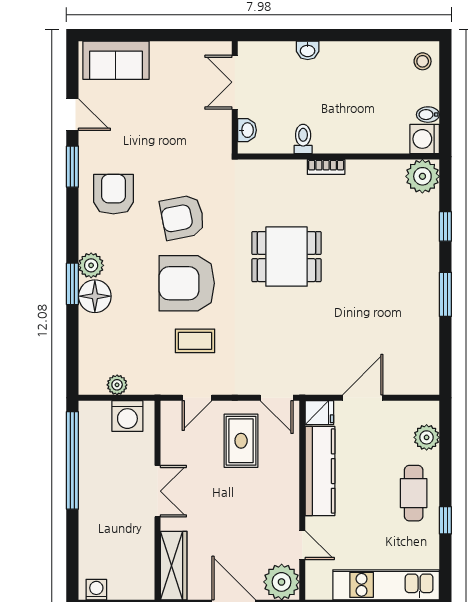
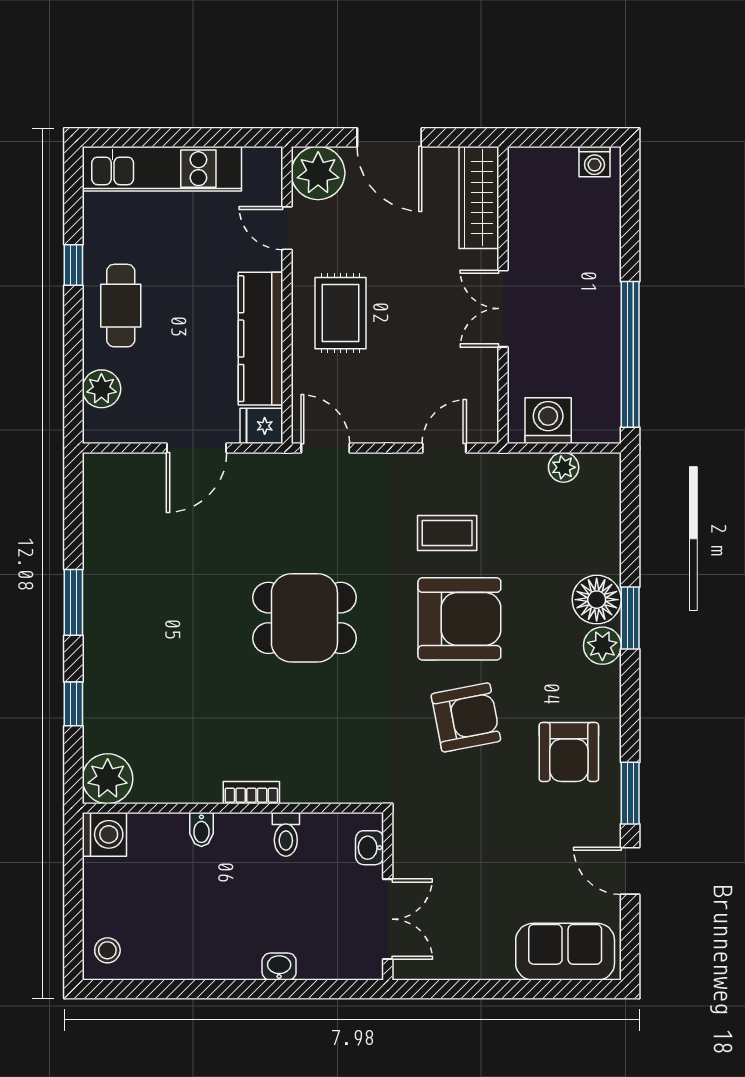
bidet: (428, 115) -> (201, 830), moved, turned 90
dining table: (287, 257) -> (304, 618), moved
rug: (241, 441) -> (340, 313), moved

